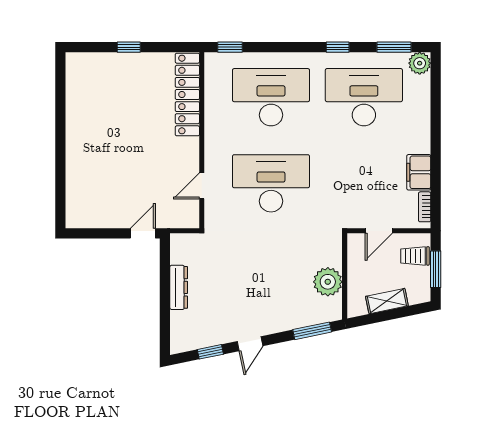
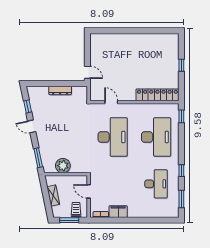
plant: (420, 63) -> (173, 212), removed
desk: (364, 97) -> (156, 184), width x0.73, depth x0.77

